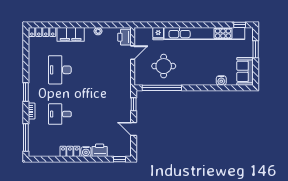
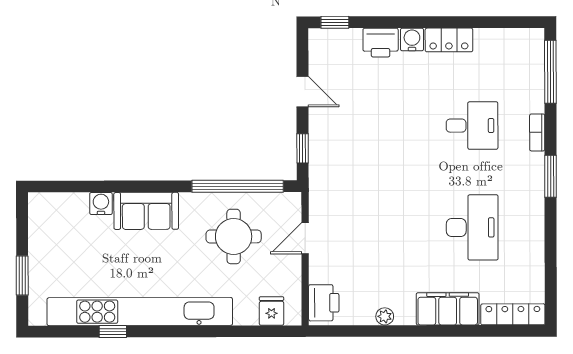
window: (240, 25) -> (113, 331), moved
fridge: (158, 34) -> (272, 311), moved
door: (133, 53) -> (305, 238), moved
sofa: (245, 71) -> (146, 211), moved, turned 90

